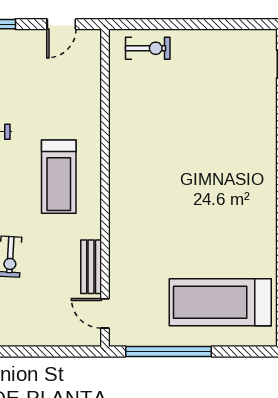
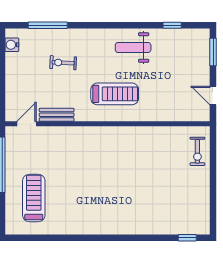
treadmill: (59, 177) -> (115, 94), turned 180
treadmill: (220, 302) -> (34, 198), width x0.73, depth x0.73

